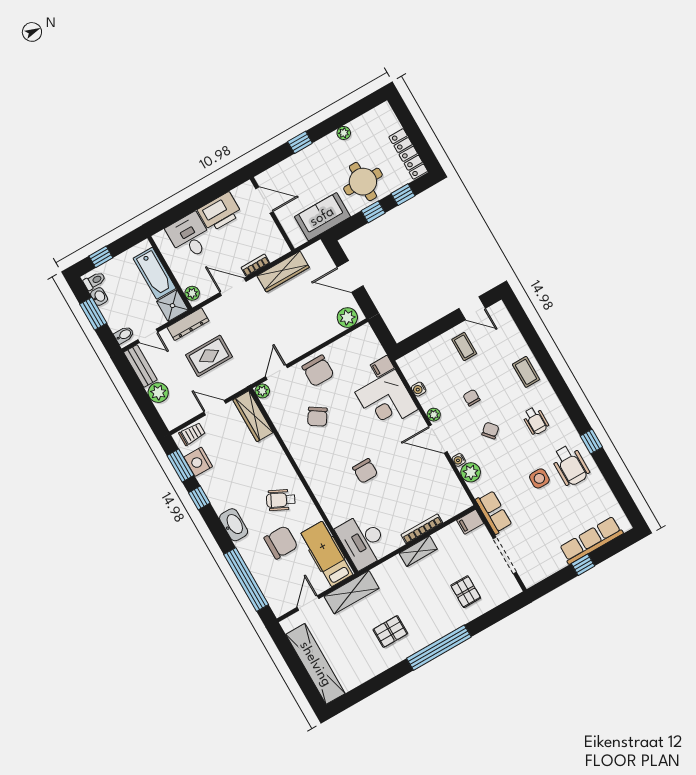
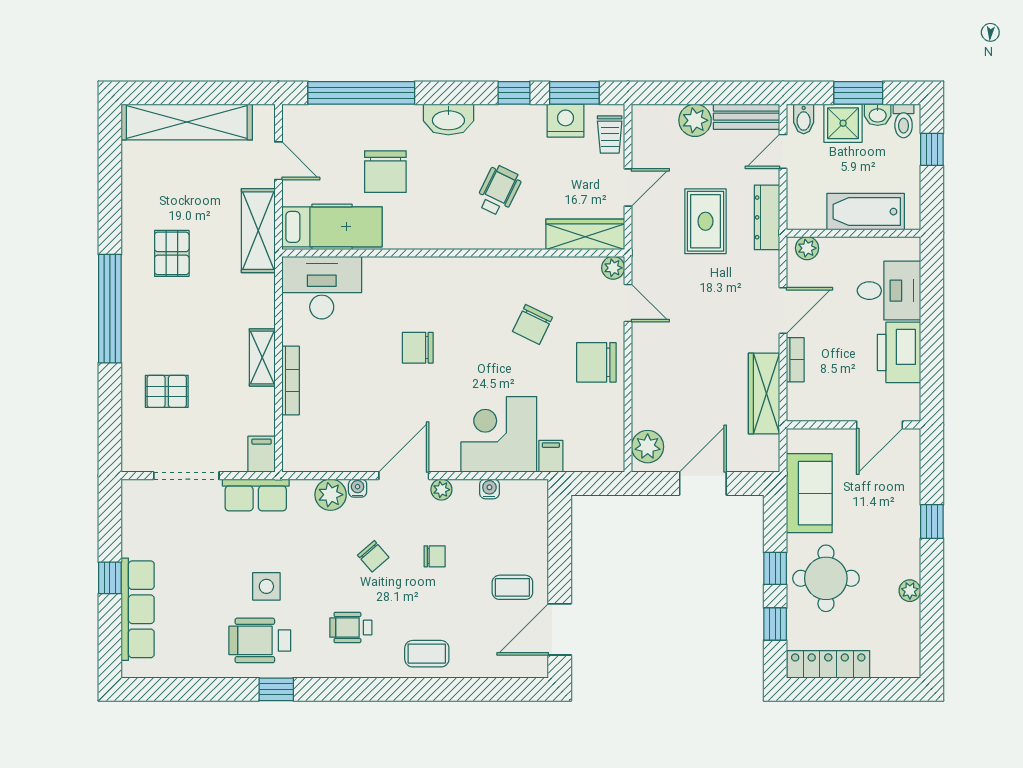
shower: (173, 306) -> (843, 123), moved
door: (472, 308) -> (560, 629), width x1.38
chair: (317, 417) -> (532, 324), turned -97
wheelchair: (281, 500) -> (499, 191), moved

